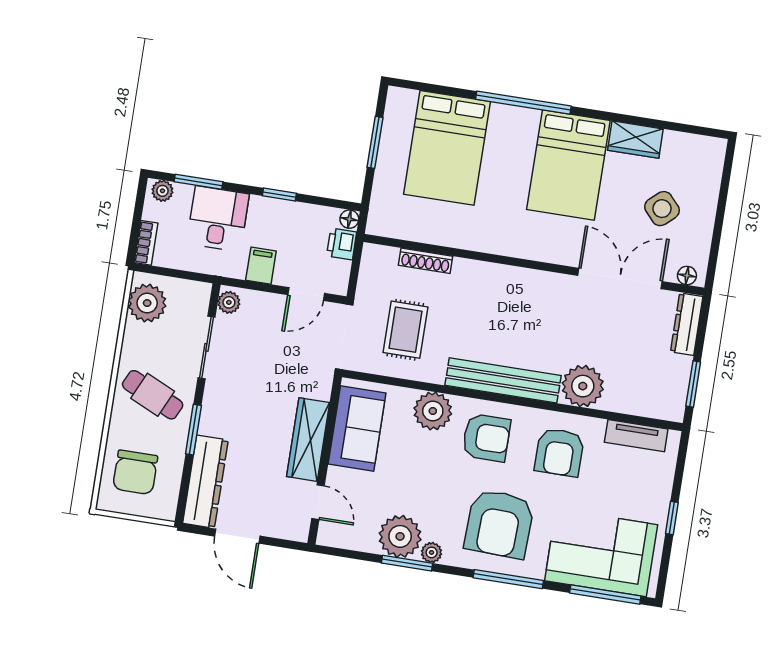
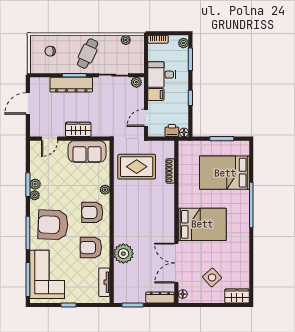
wardrobe: (635, 140) -> (237, 296), moved, turned 90
bed: (568, 165) -> (202, 224), moved, turned 180
desk: (218, 219) -> (162, 75), moved, turned 180
double door: (620, 278) -> (176, 263), swing flipped
door: (306, 294) -> (146, 118), hinge flipped
plant: (147, 303) -> (126, 40), width x0.53, depth x0.53
rug: (405, 330) -> (137, 167), width x1.36, depth x1.43
bench: (503, 380) -> (120, 216), removed
plant: (433, 411) -> (105, 190), width x0.53, depth x0.53
armchair: (486, 438) -> (92, 212), turned 90
wardrobe: (308, 440) -> (78, 129), width x0.67
chair: (135, 472) -> (50, 51), width x0.54, depth x0.54
dresser: (205, 482) -> (71, 85), moved
plant: (400, 536) -> (35, 184), width x0.53, depth x0.53

